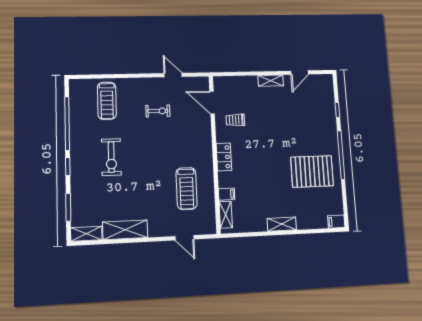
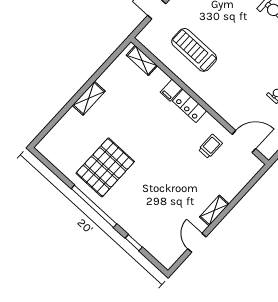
filing cabinet: (227, 194) -> (171, 90), moved
filing cabinet: (336, 222) -> (45, 145), removed

